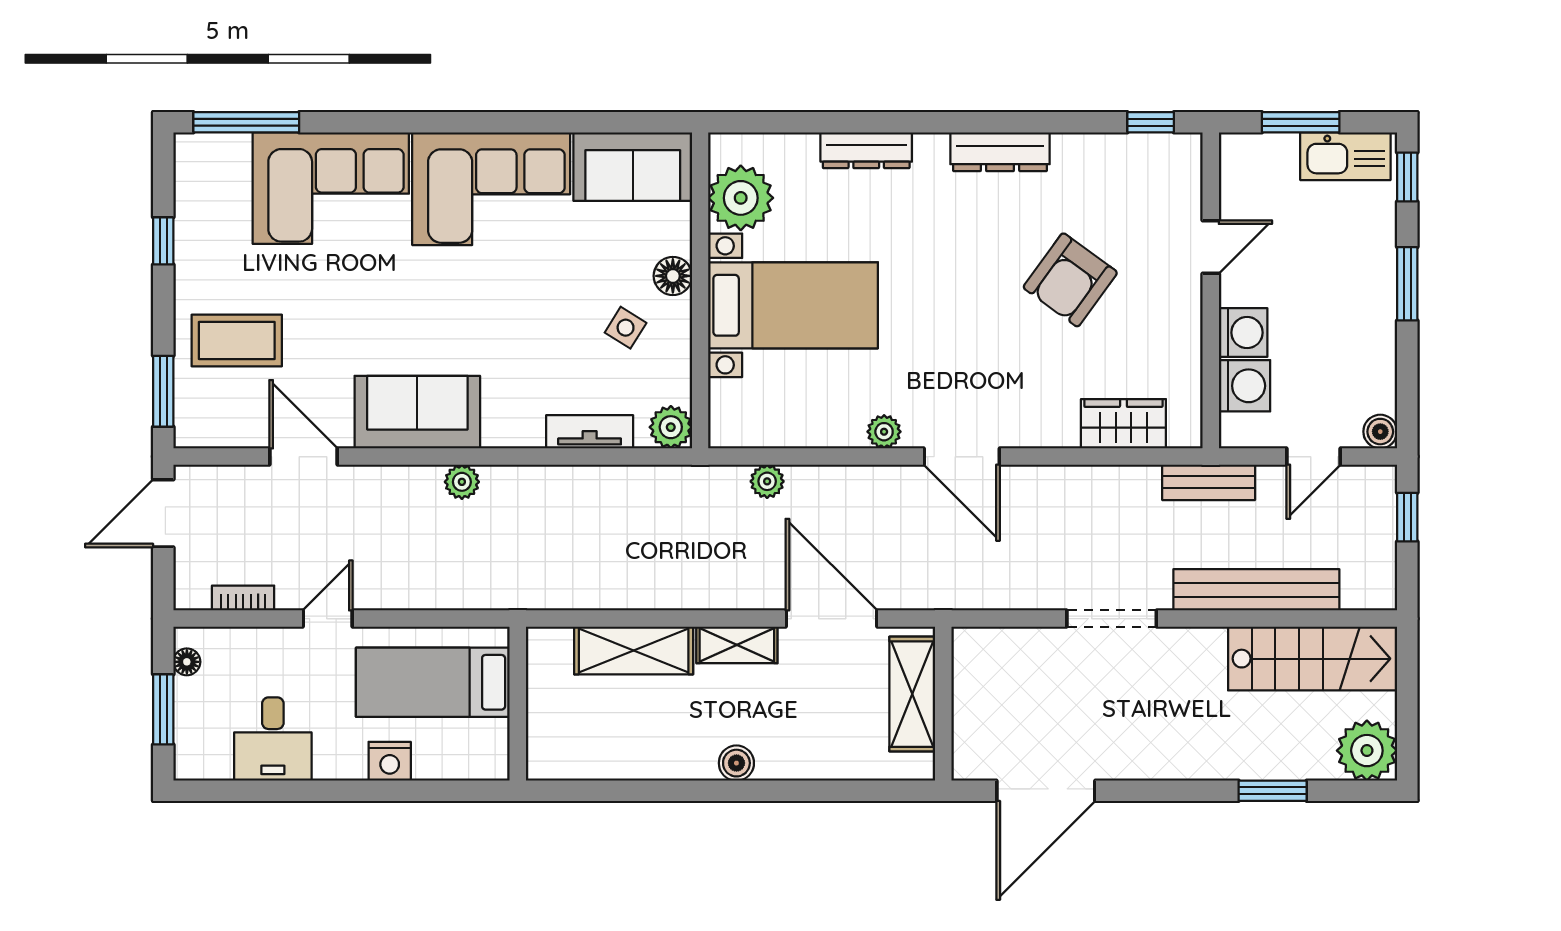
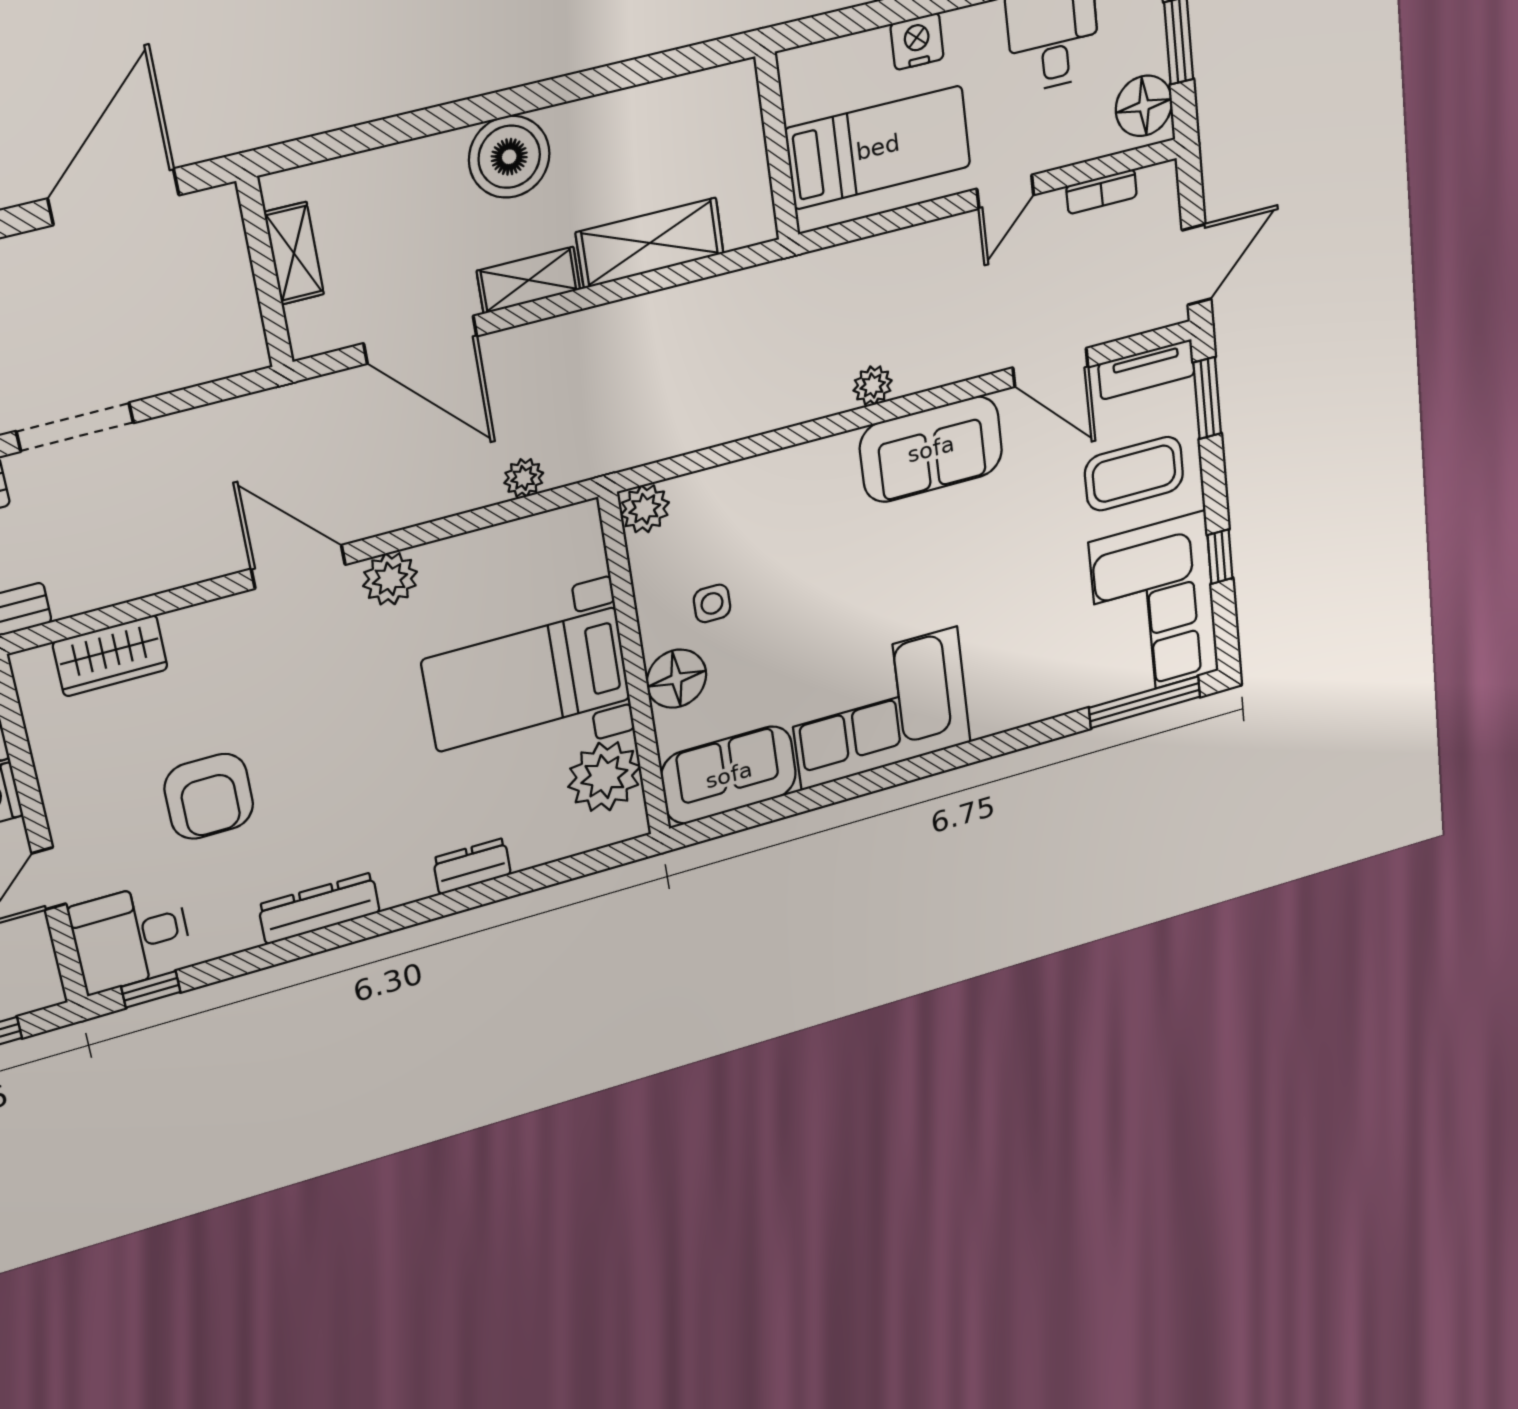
dresser: (866, 150) -> (472, 866), width x0.70
desk: (1157, 175) -> (131, 937), added
corner sofa: (331, 188) -> (1154, 607), moved, turned -90
floor lamp: (673, 276) -> (676, 679), width x1.38, depth x1.38
armchair: (1070, 280) -> (209, 796), turned 144
side table: (626, 328) -> (712, 603), turned -32
tv unit: (590, 432) -> (1146, 370), moved
plant: (884, 432) -> (390, 579), width x1.38, depth x1.38
floor lamp: (187, 662) -> (1144, 106), width x1.89, depth x1.89
shelving: (912, 694) -> (294, 253), width x0.67, depth x0.75
boiler: (736, 763) -> (509, 157), width x1.86, depth x1.86

